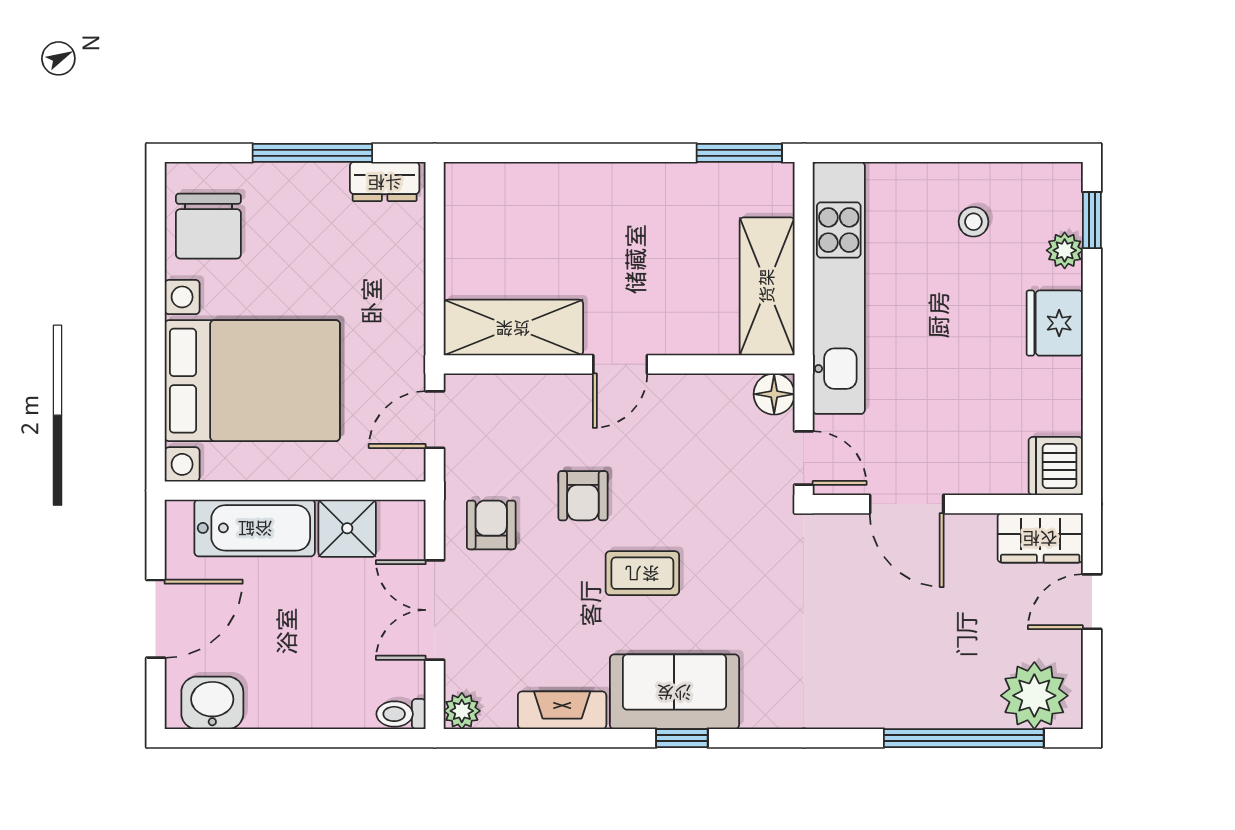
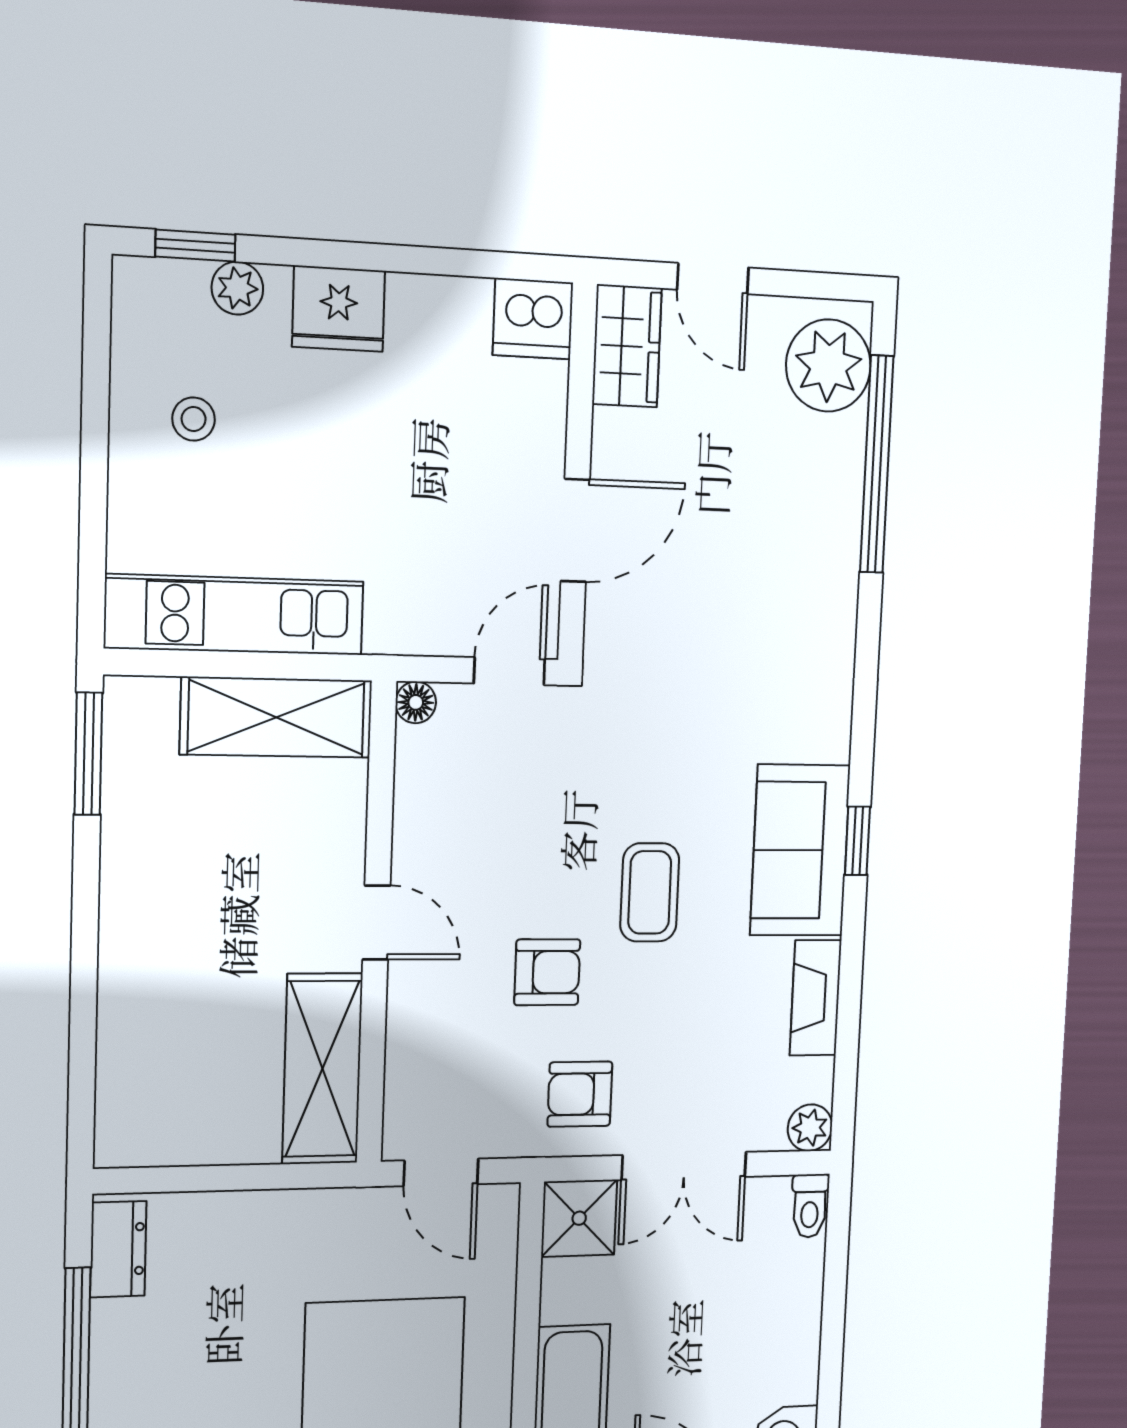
kitchen unit: (839, 288) -> (235, 615), width x0.73
floor lamp: (774, 394) -> (416, 702), width x0.73, depth x0.73
shower: (347, 528) -> (579, 1218), moved

